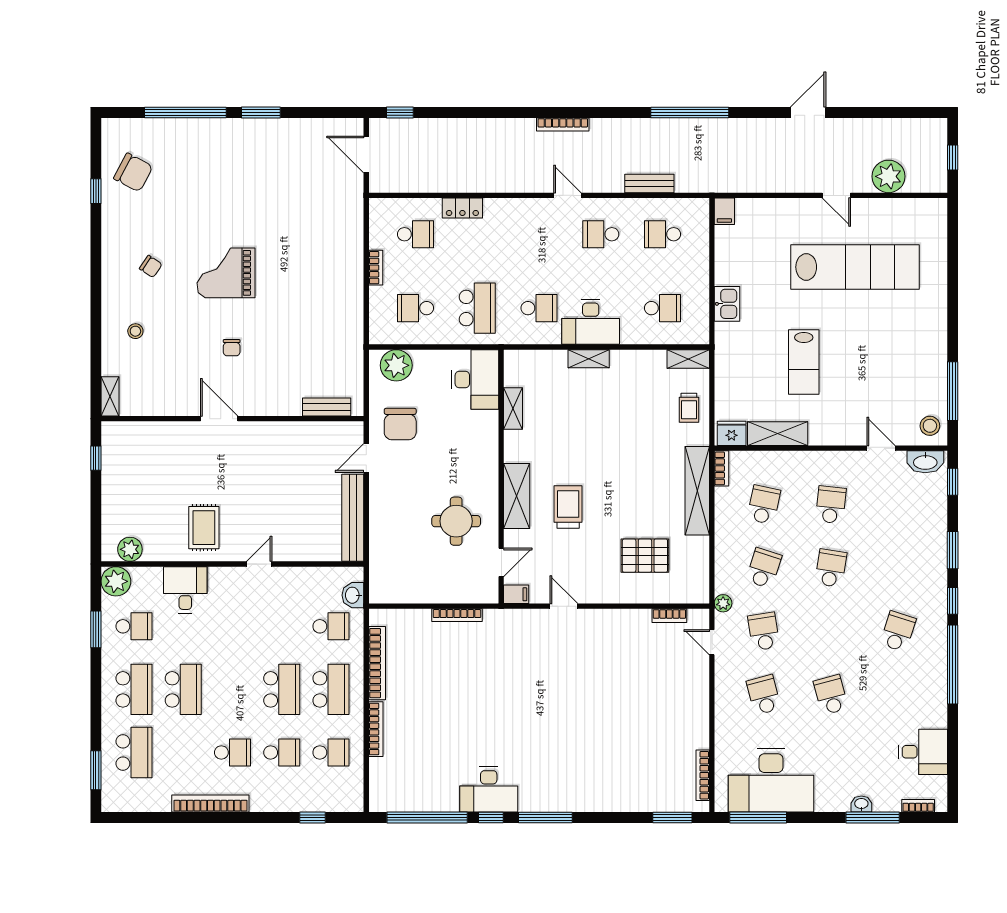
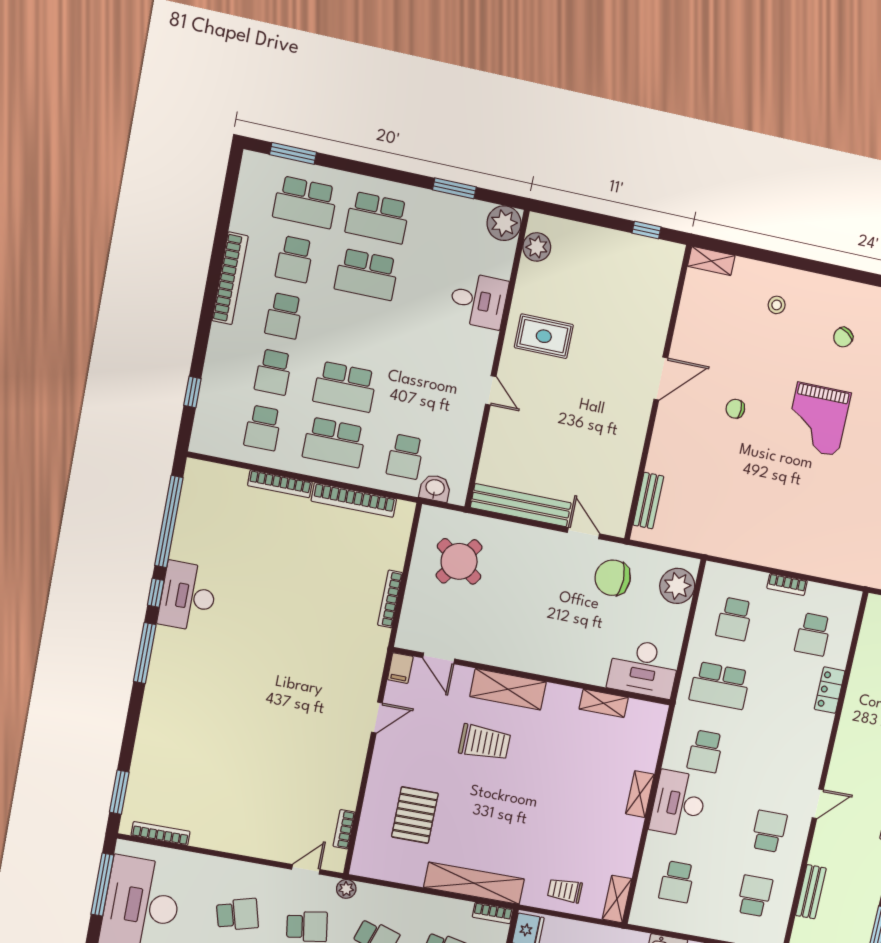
grand piano: (226, 273) -> (818, 419), turned 180
school desk: (416, 308) -> (734, 619), turned 180
round table: (456, 521) -> (459, 561), moved, turned 36
school desk: (134, 626) -> (294, 259), moved

